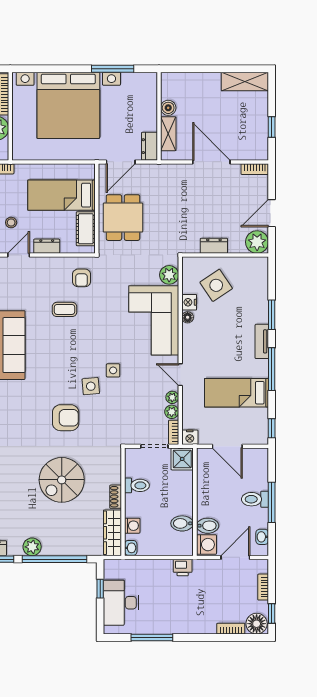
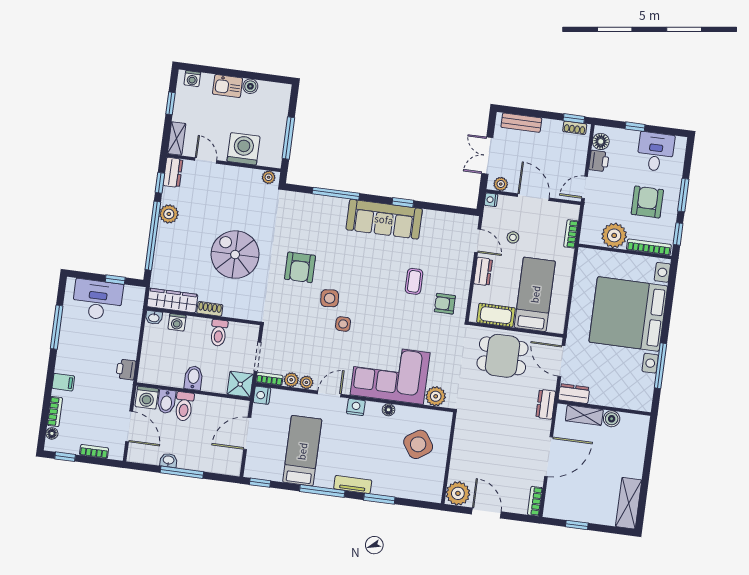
dresser: (214, 246) -> (546, 404), moved, turned 180
nightstand: (189, 302) -> (356, 407), moved
toilet: (255, 499) -> (184, 406), moved, turned 180
bidet: (182, 523) -> (193, 378), moved
washbasin: (262, 537) -> (169, 460), moved
filing cabinet: (202, 624) -> (63, 382), added
floor lamp: (257, 624) -> (52, 433), width x0.53, depth x0.53

